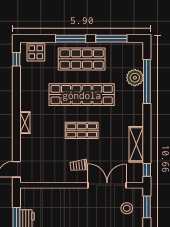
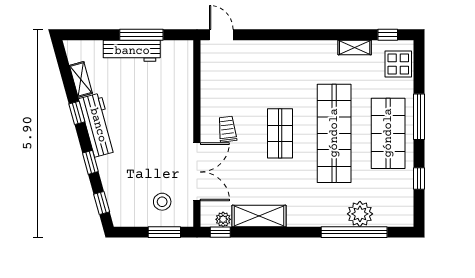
window: (111, 39) -> (419, 178), width x0.46
shelving: (25, 123) -> (355, 47), moved
plant: (138, 168) -> (223, 219), added

